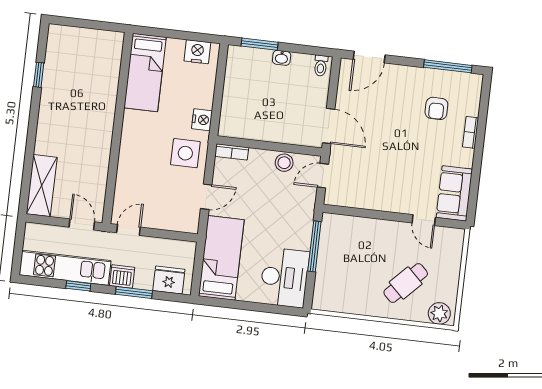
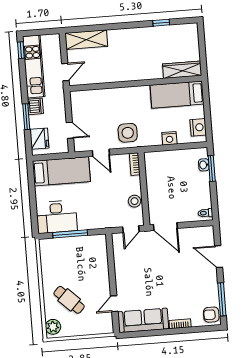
door: (369, 57) -> (219, 257), moved
wardrobe: (111, 58) -> (182, 70), added
washbasin: (282, 58) -> (204, 165), moved
armchair: (436, 108) -> (211, 315), moved
nightstand: (202, 120) -> (169, 138), moved
door: (329, 126) -> (165, 226), hinge flipped
door: (323, 176) -> (131, 229), swing flipped
sofa: (454, 193) -> (143, 320), width x1.36
door: (128, 230) -> (70, 130), moved
window: (314, 246) -> (70, 234), moved
window: (78, 286) -> (21, 50), moved

